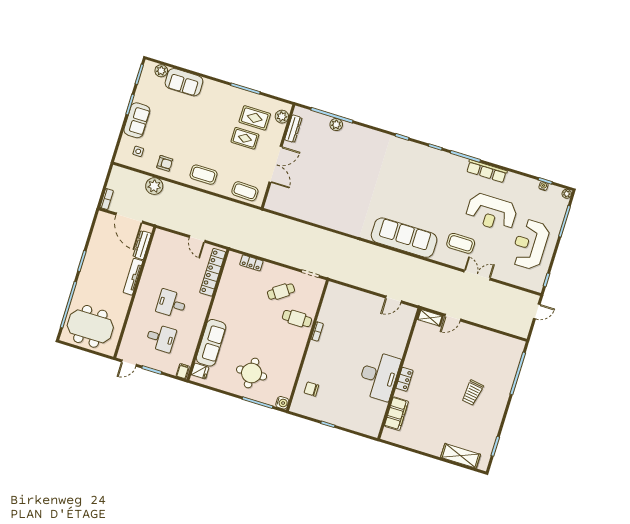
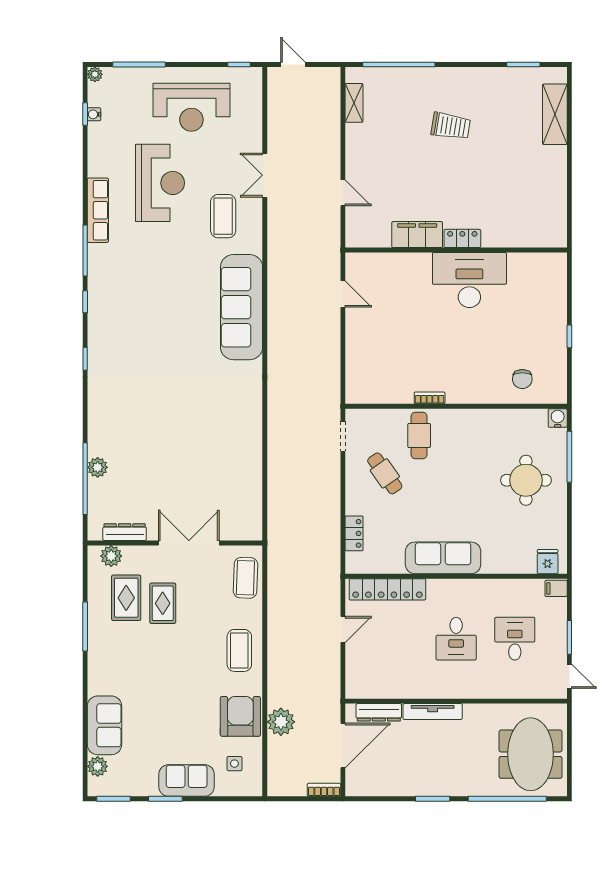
armchair: (165, 163) -> (240, 716), width x1.88, depth x1.88
shelving: (430, 318) -> (354, 103), moved
sofa: (211, 343) -> (443, 558), moved
filing cabinet: (396, 414) -> (417, 235), moved

